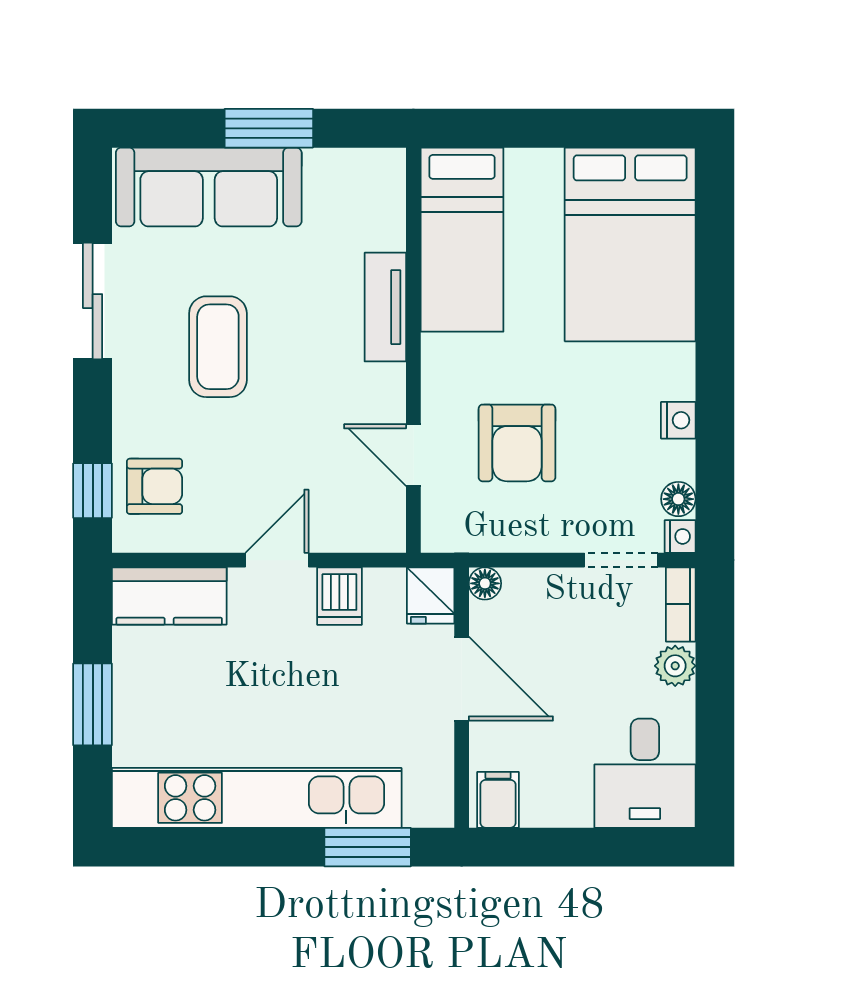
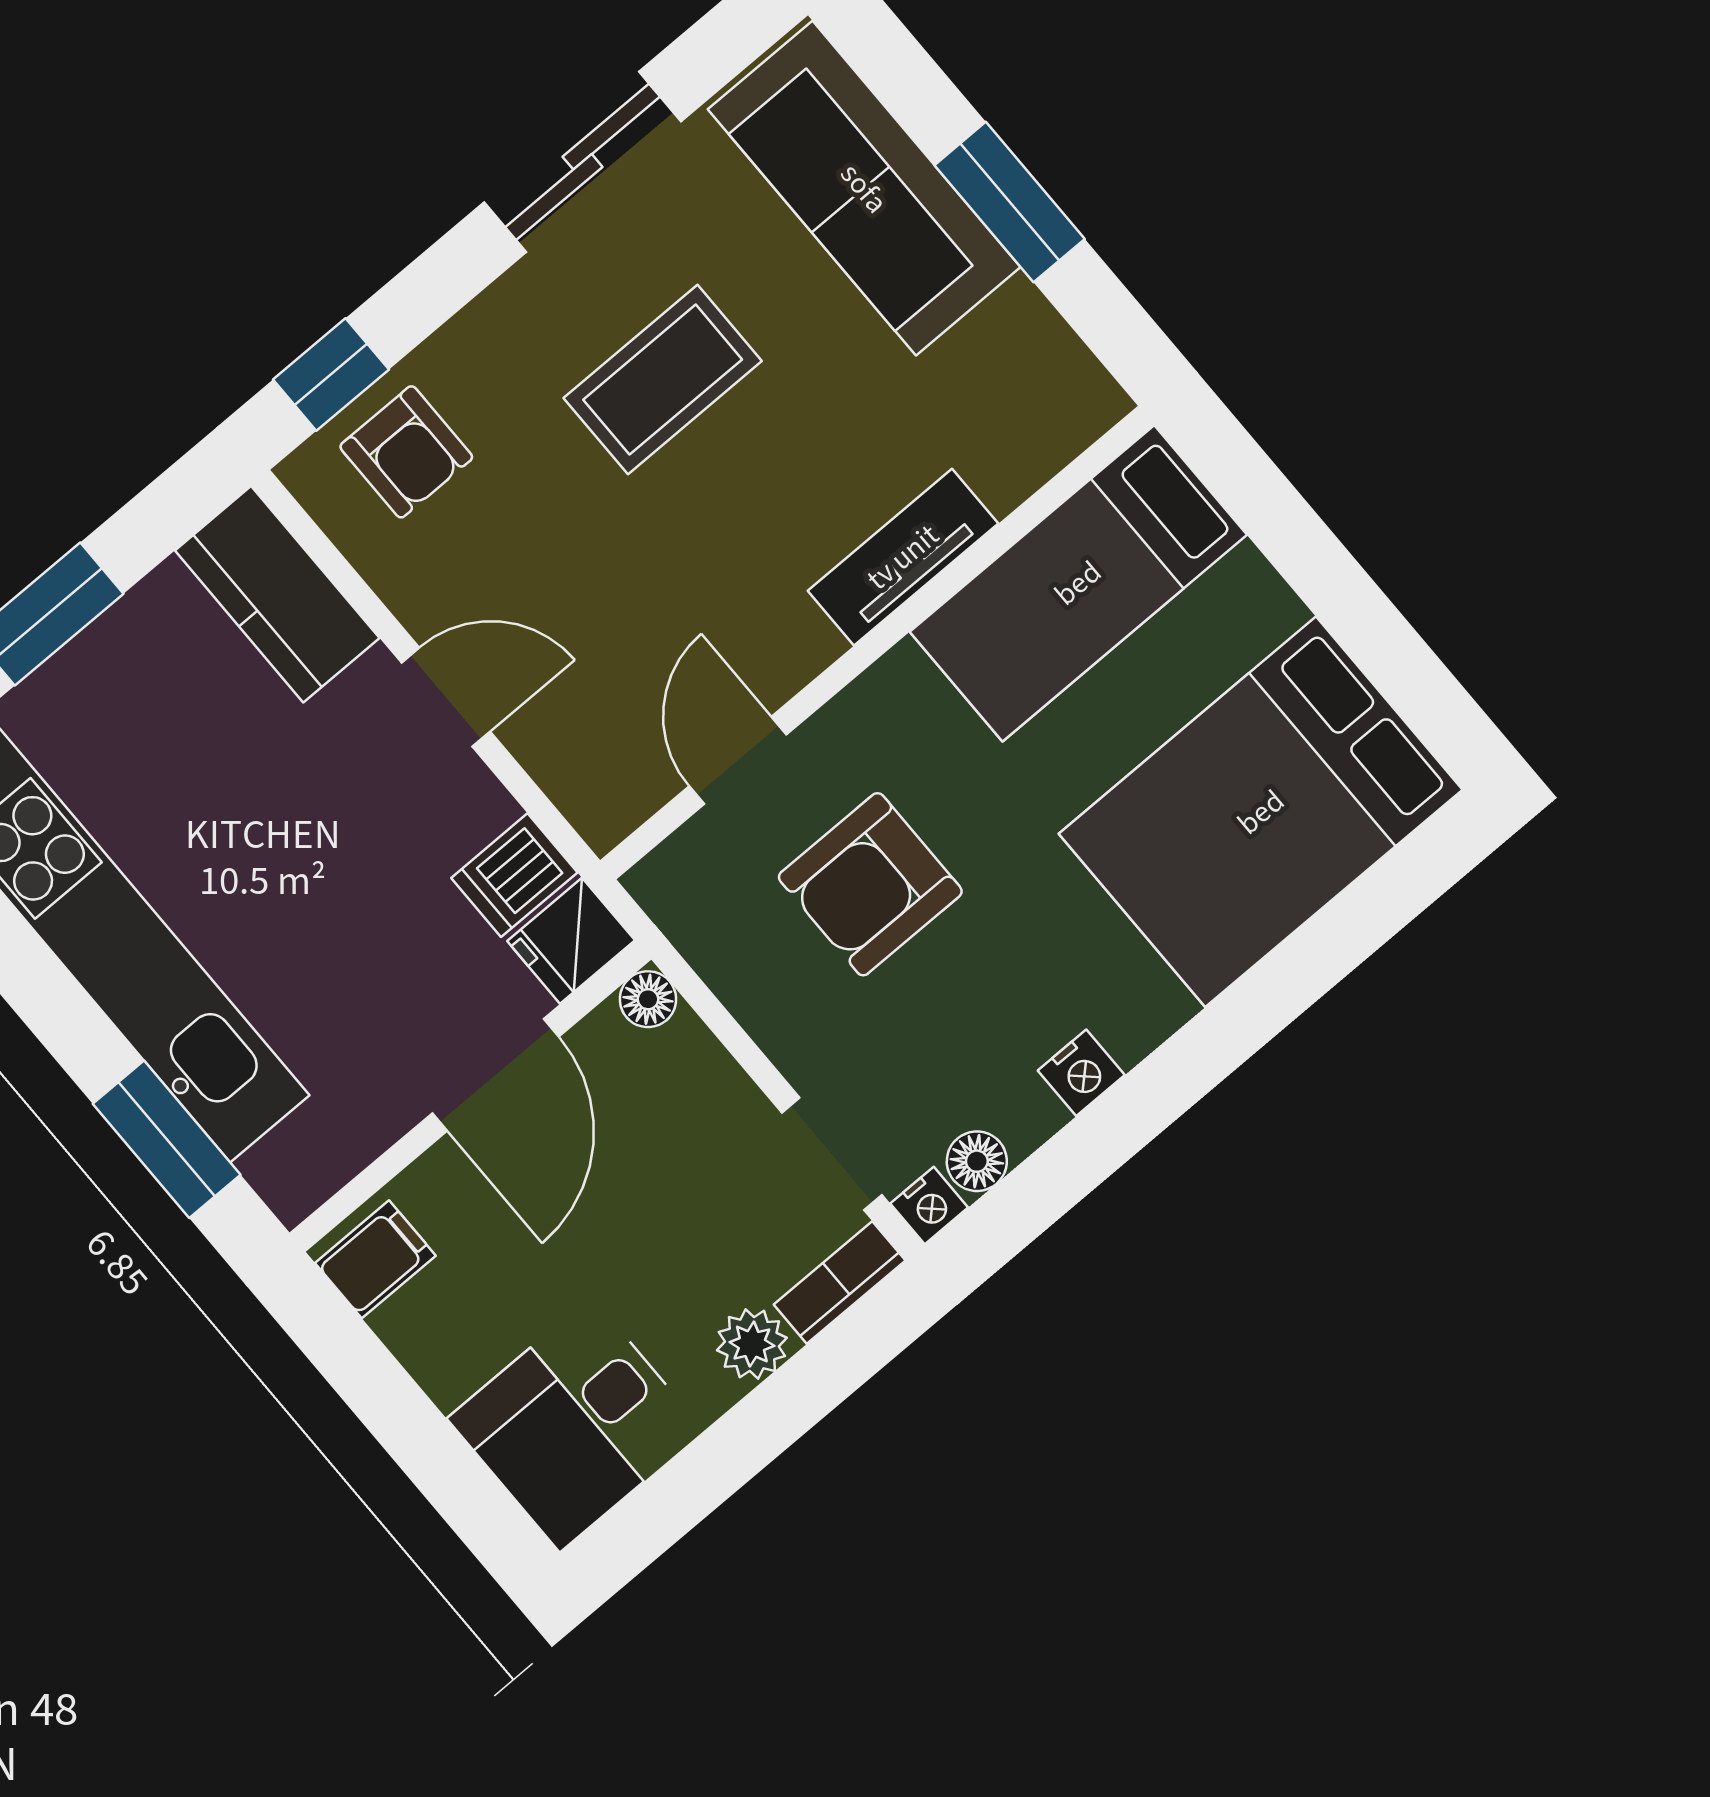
dishwasher: (339, 596) -> (514, 875), moved

